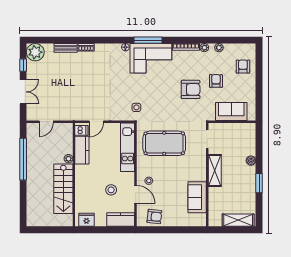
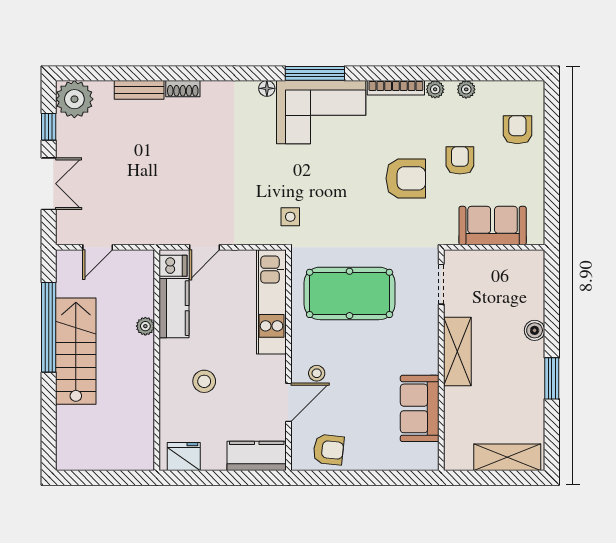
stairs: (63, 189) -> (76, 351), moved, turned 180
stool: (111, 190) -> (204, 381), moved
door: (136, 194) -> (288, 402), hinge flipped

